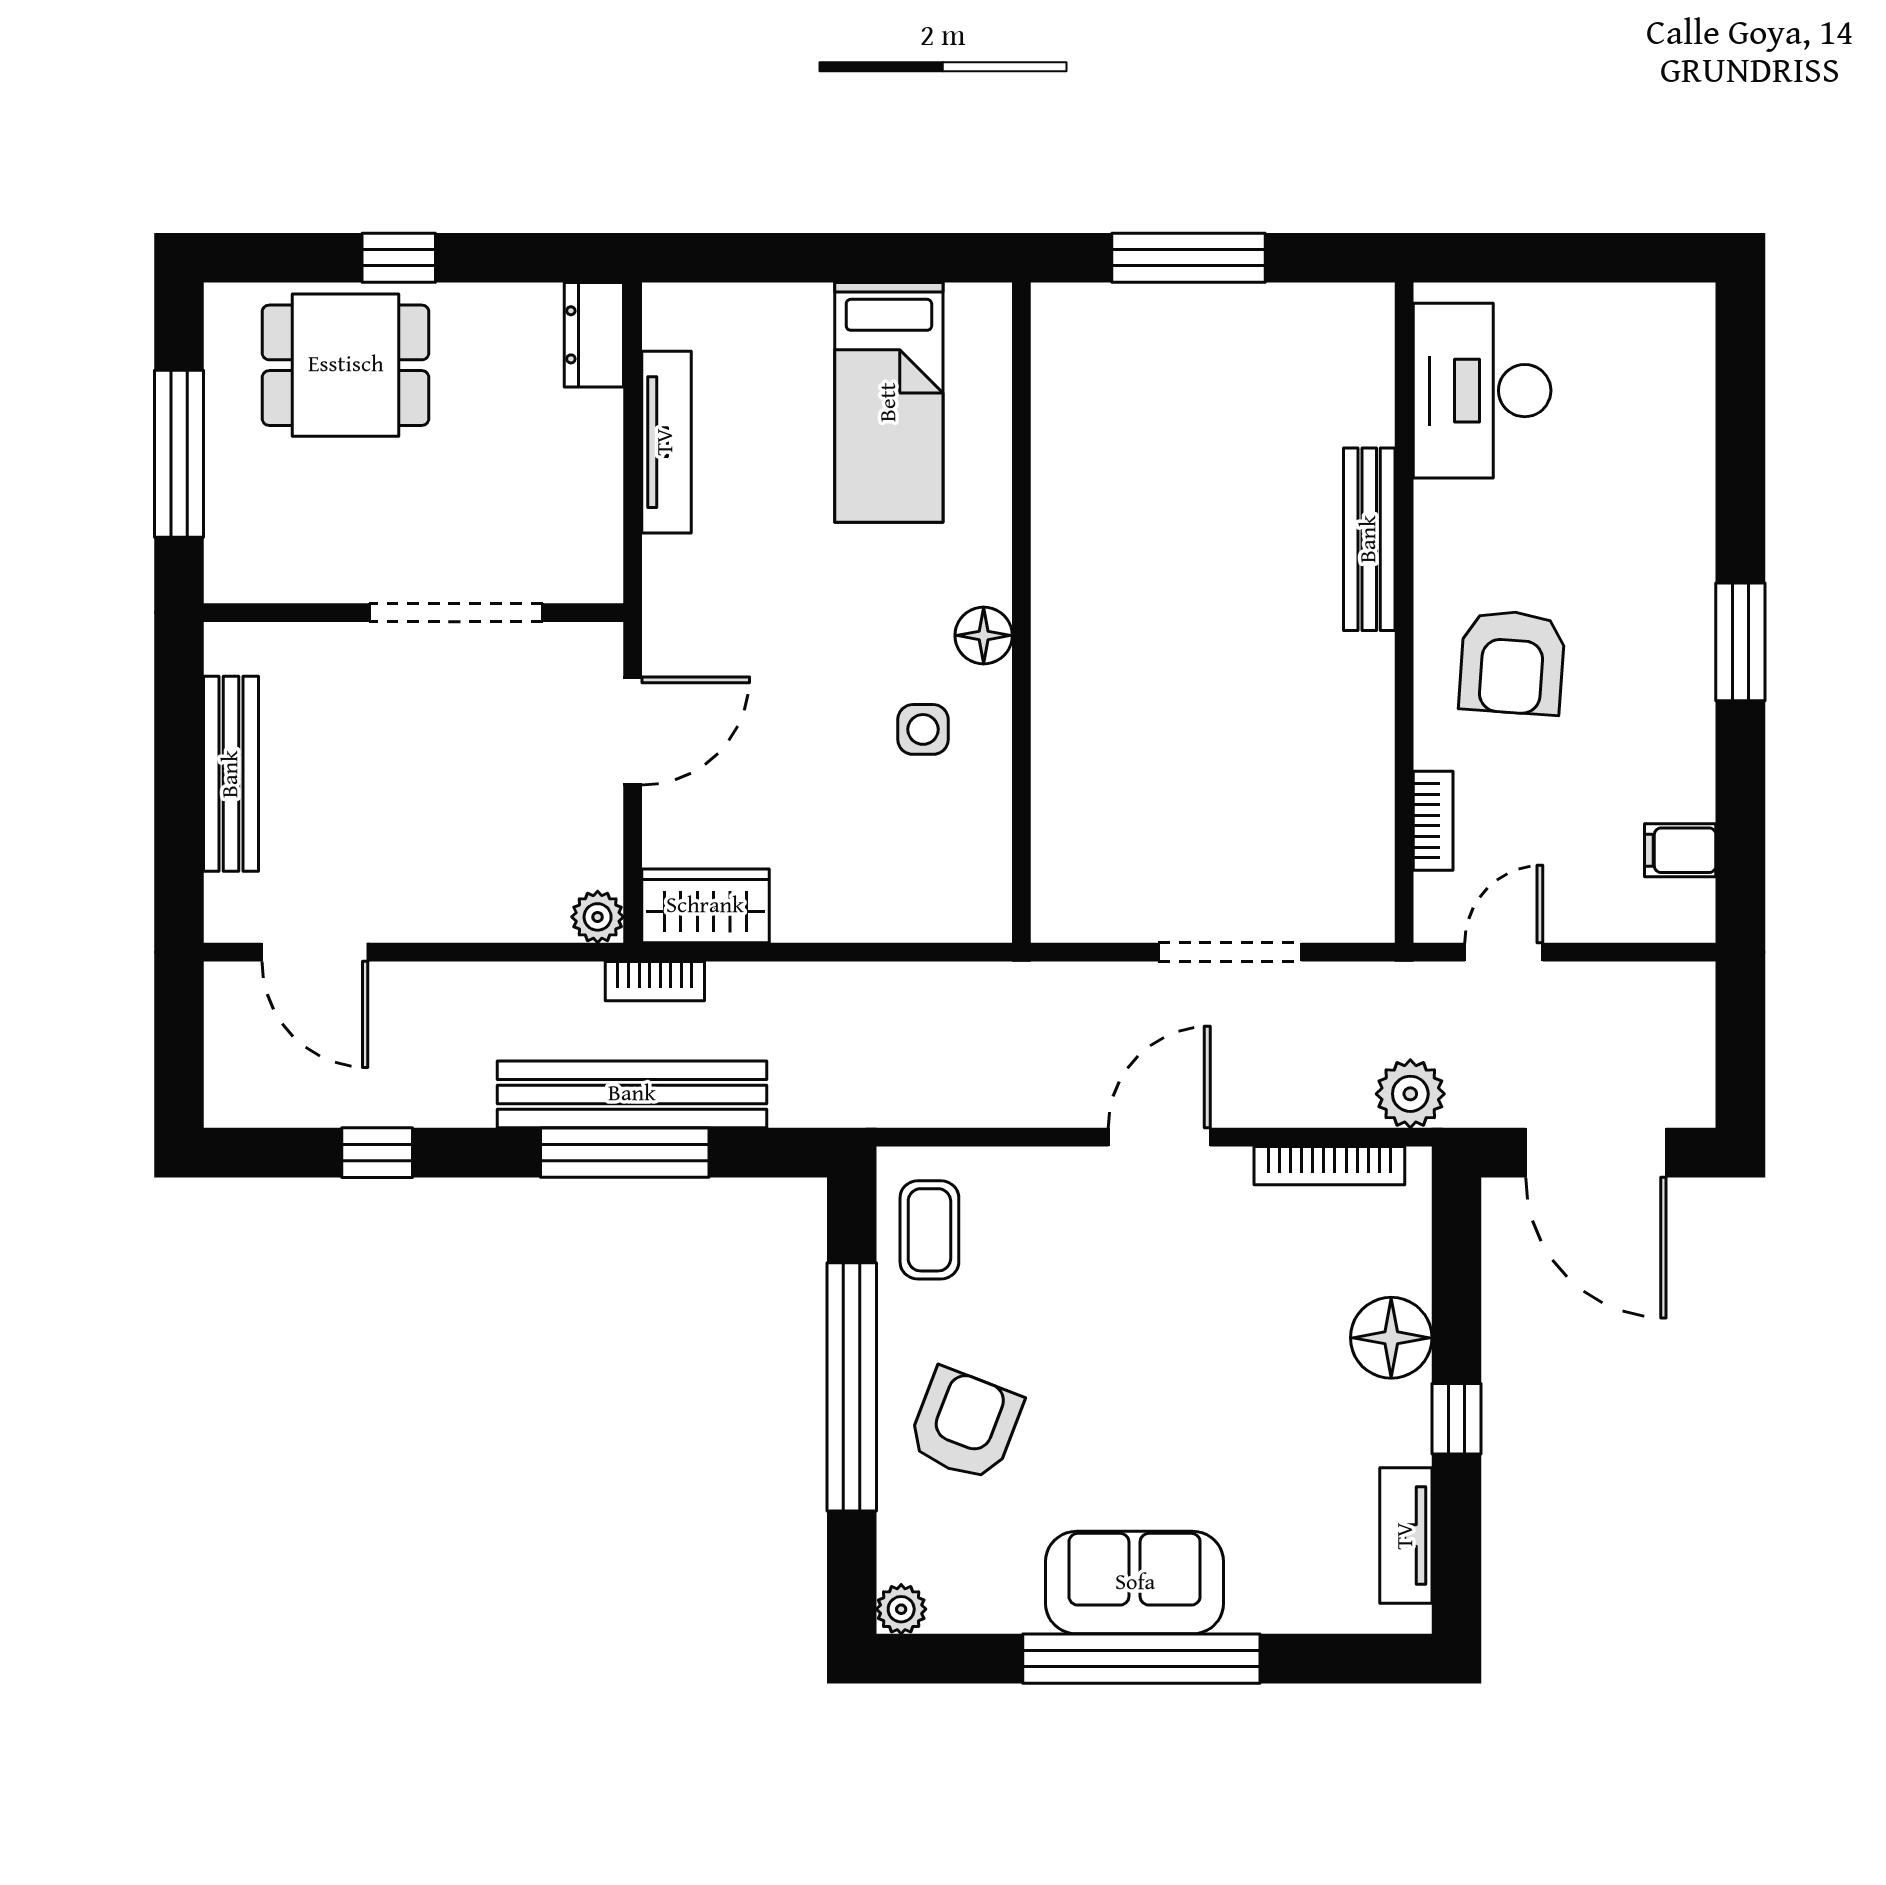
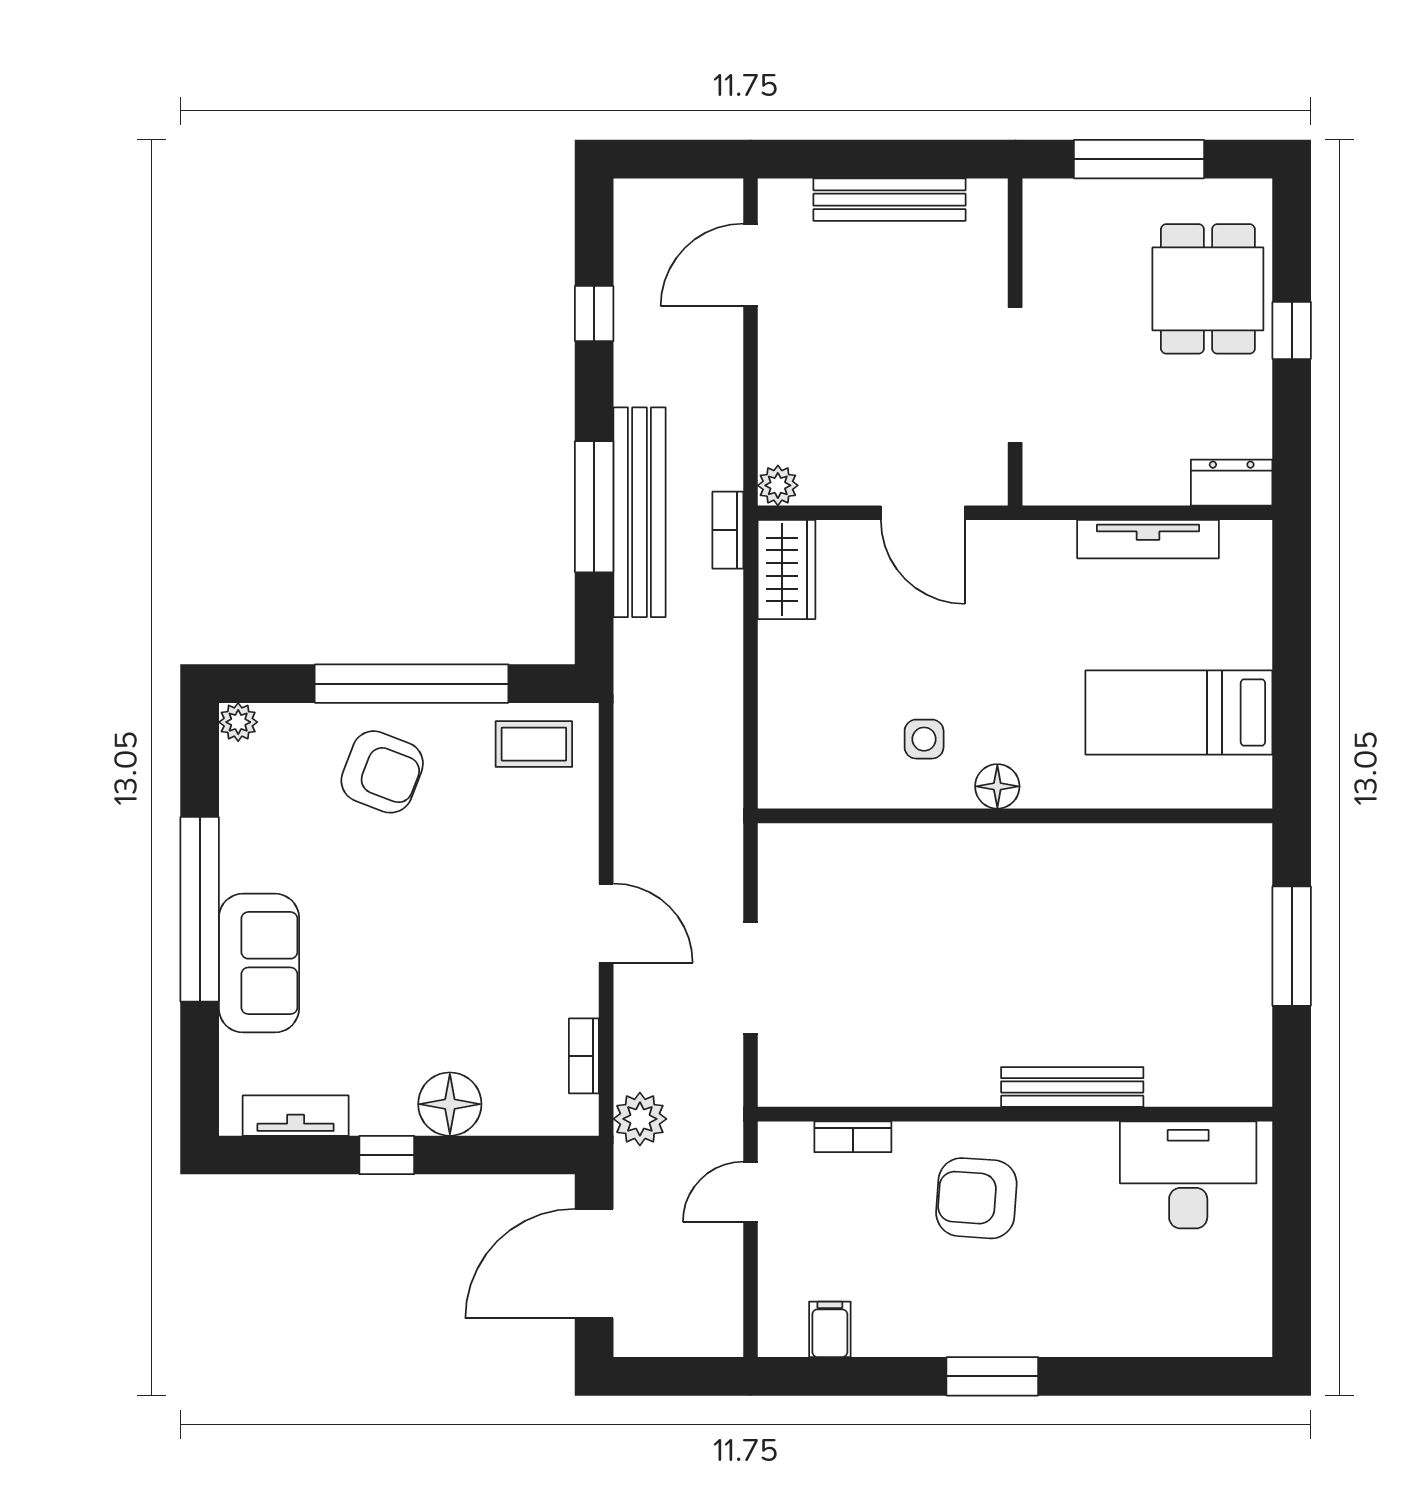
door: (1504, 952) -> (750, 1192), swing flipped
bookcase: (1329, 1166) -> (584, 1056), width x0.64
sofa: (1135, 1583) -> (259, 963), moved

